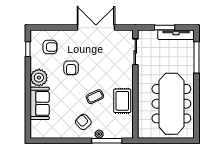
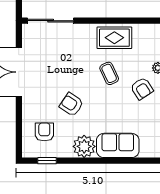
sliding door: (135, 52) -> (51, 21), width x1.37
armchair: (71, 68) -> (71, 104), turned -146
armchair: (83, 122) -> (142, 89), turned -80

